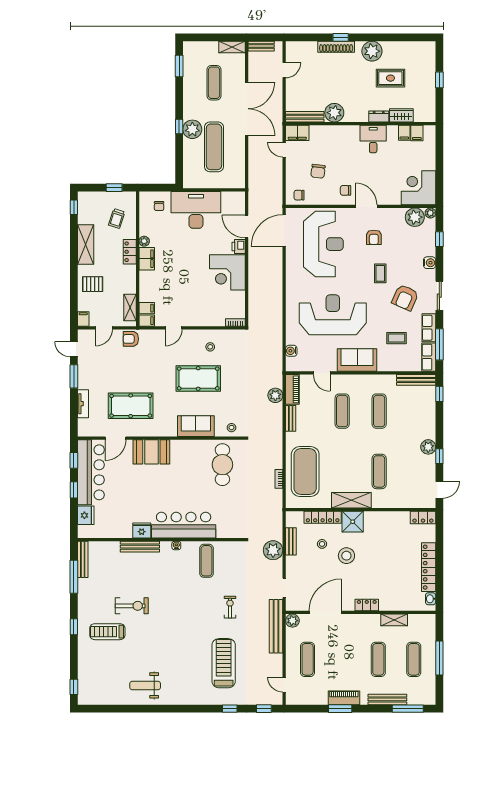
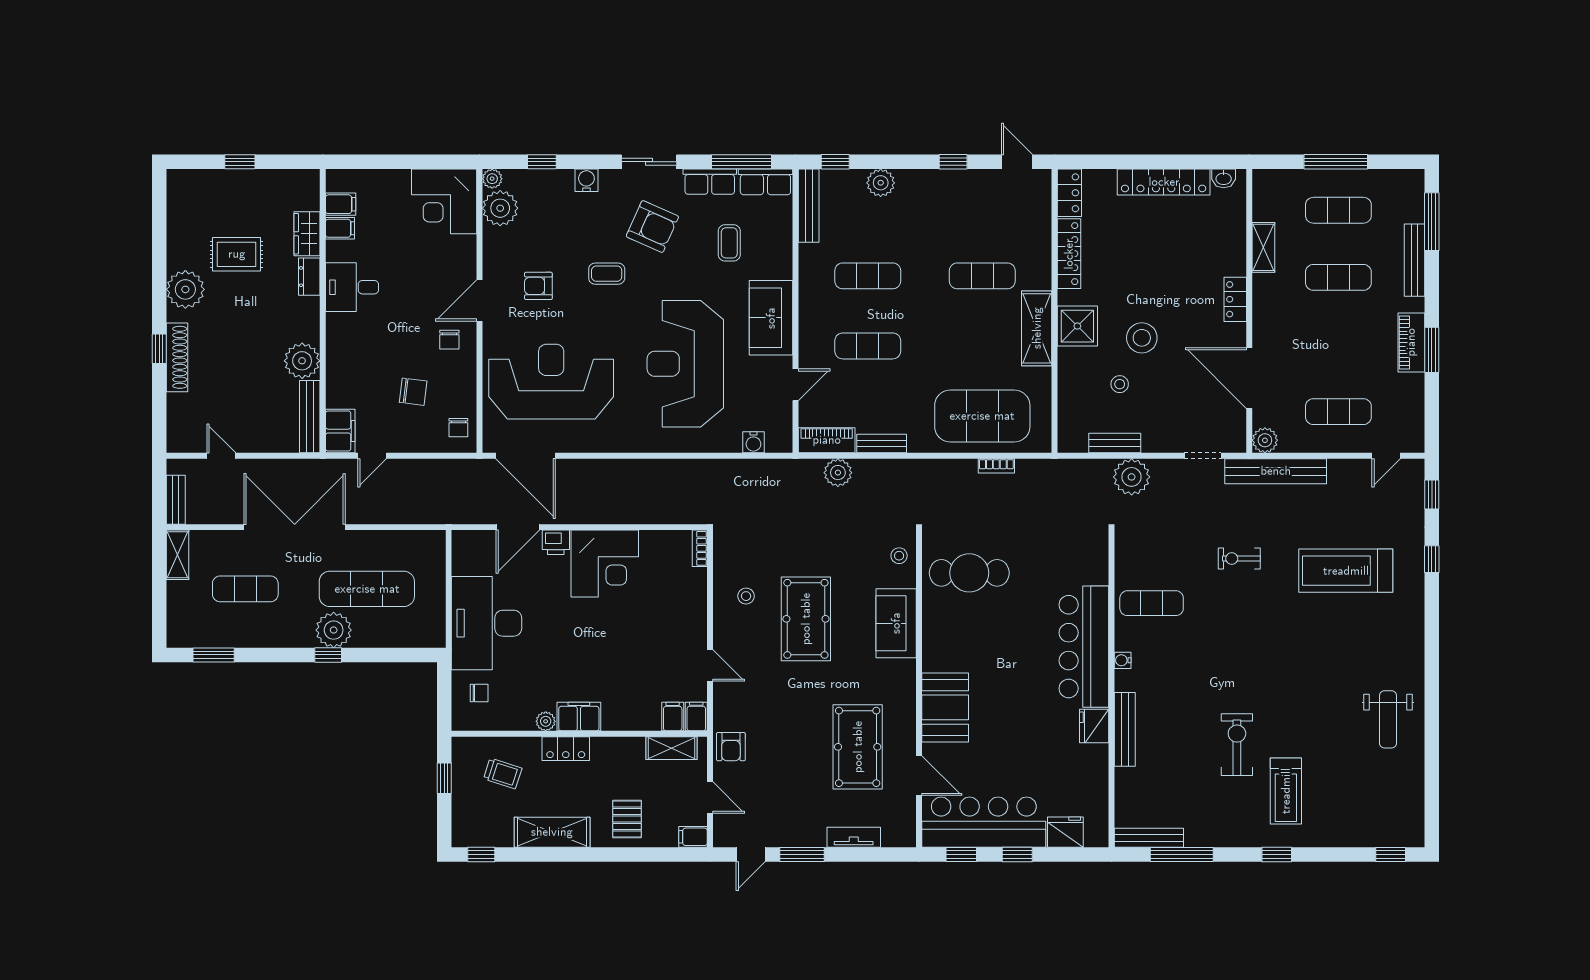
rug: (390, 78) -> (237, 254), turned 90
armchair: (374, 237) -> (538, 286), turned 180
plant: (428, 447) -> (881, 183), moved
locker: (323, 517) -> (1069, 254), moved

